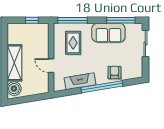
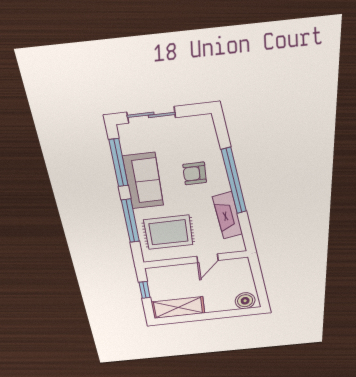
window: (72, 20) -> (130, 221), moved
rug: (73, 43) -> (169, 232), width x1.36, depth x1.43
shelving: (14, 63) -> (178, 308), moved
armchair: (114, 73) -> (195, 173), moved

